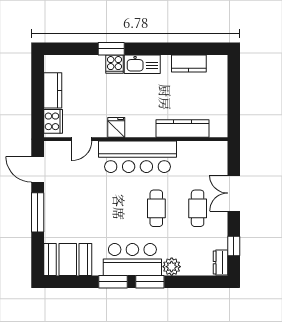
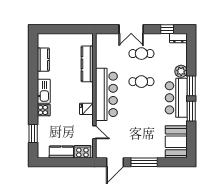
window: (111, 49) -> (33, 133), moved

